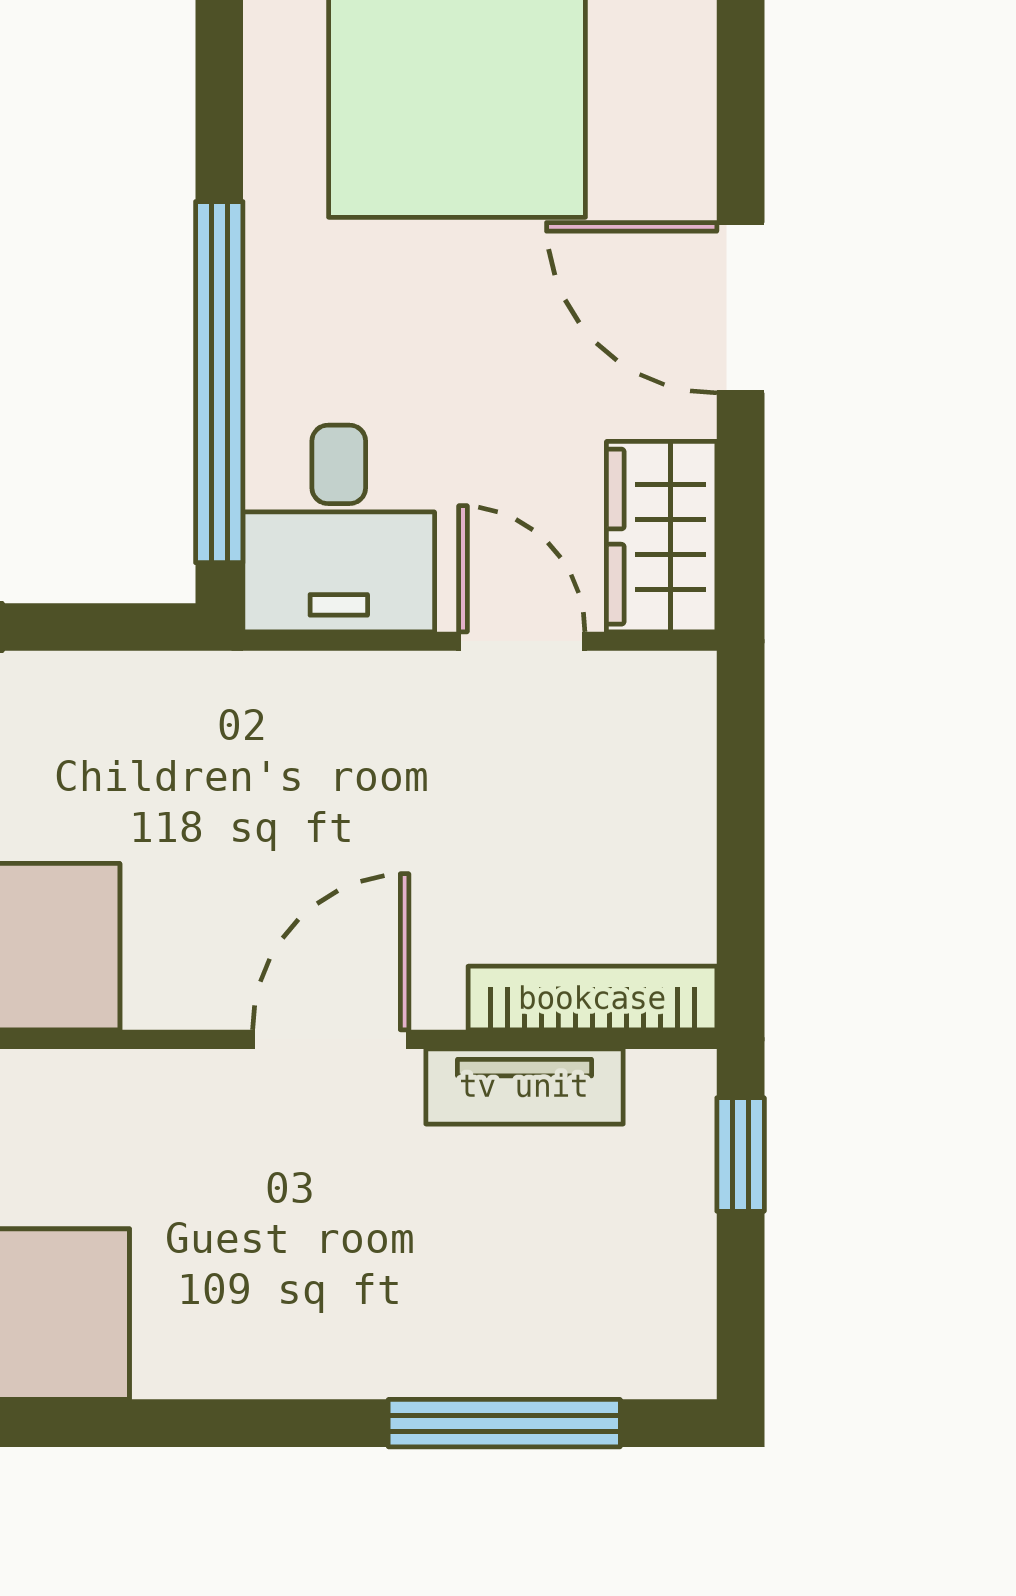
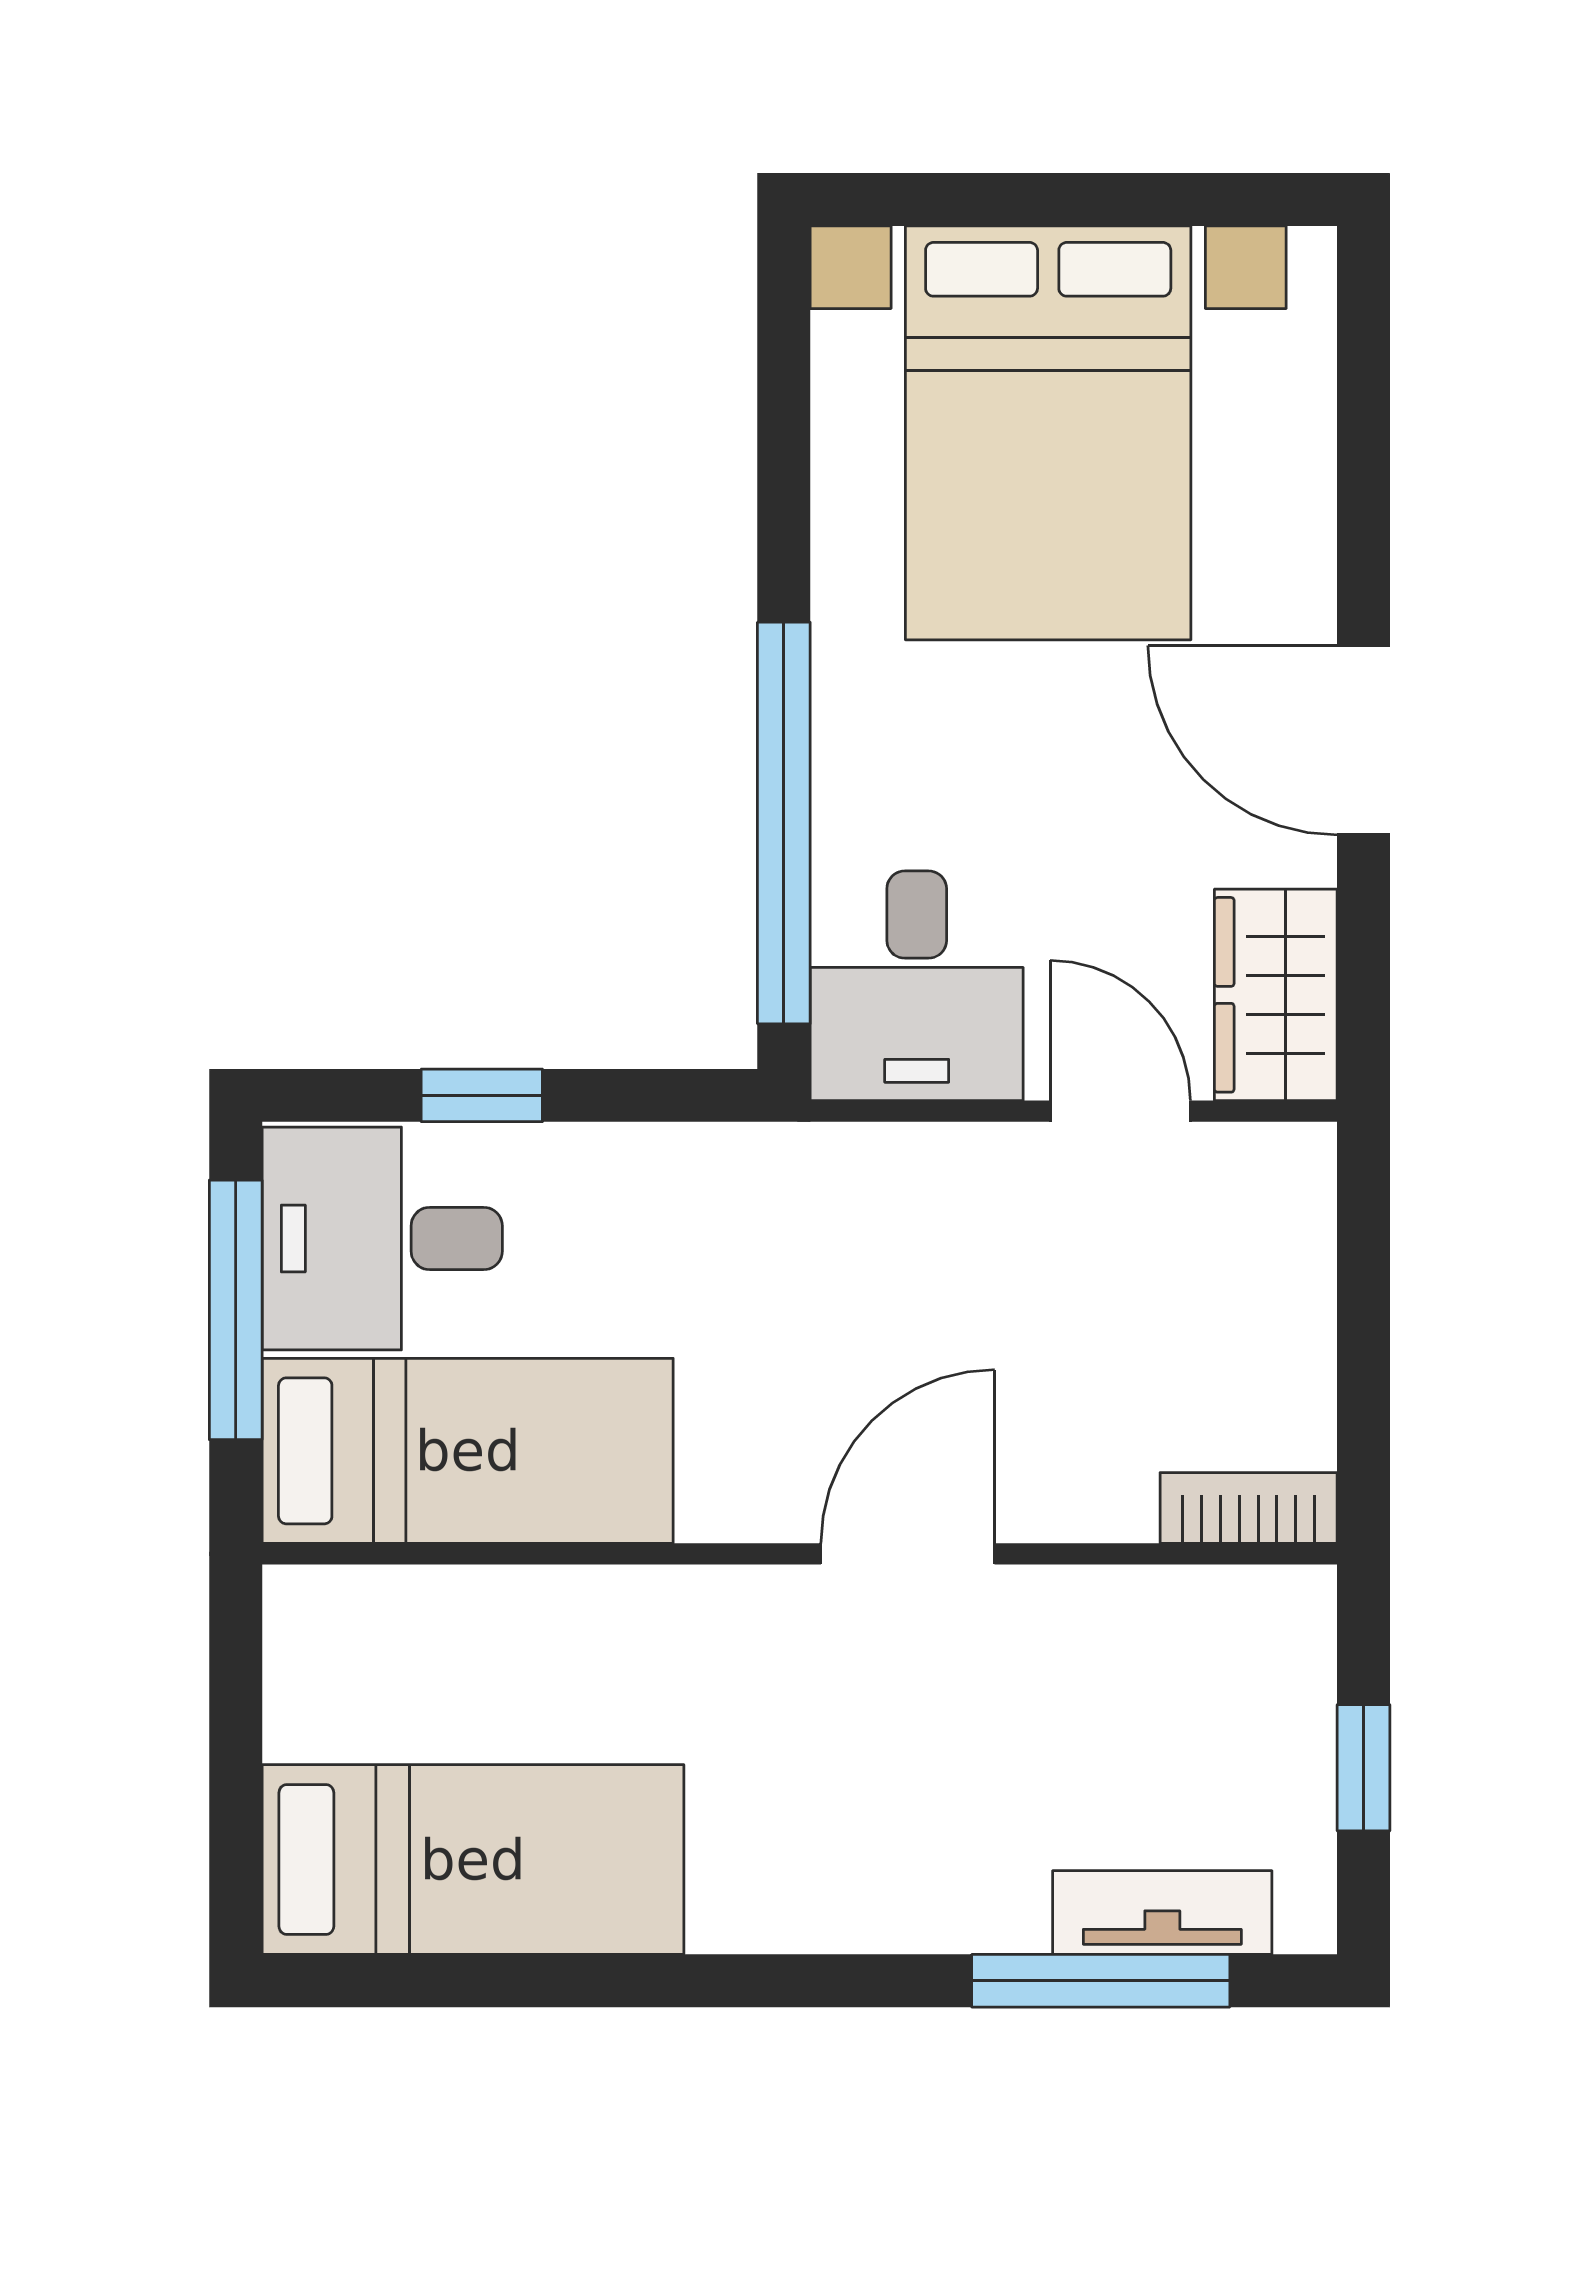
bookcase: (592, 998) -> (1249, 1508), width x0.64
tv unit: (524, 1086) -> (1162, 1913), moved, turned 180
window: (741, 1154) -> (1364, 1768), moved

